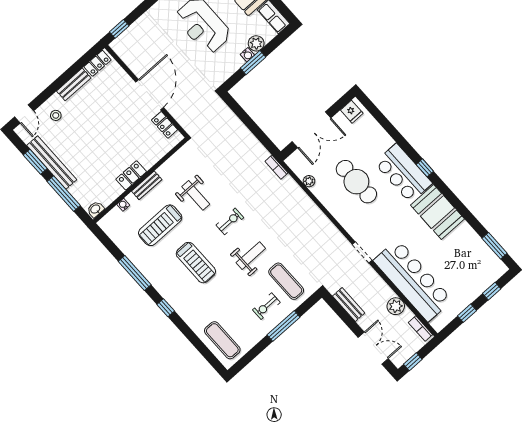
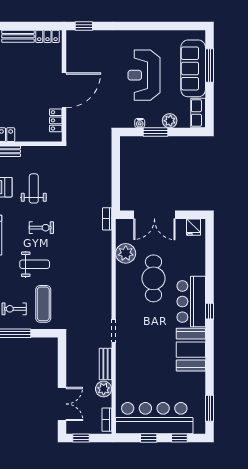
water cooler: (247, 55) -> (140, 123), moved
plant: (309, 181) -> (126, 253), width x1.87, depth x1.87
weight bench: (196, 195) -> (34, 188), turned 180
bar counter: (413, 280) -> (154, 418), moved, turned -90
bench: (349, 304) -> (105, 364), moved

